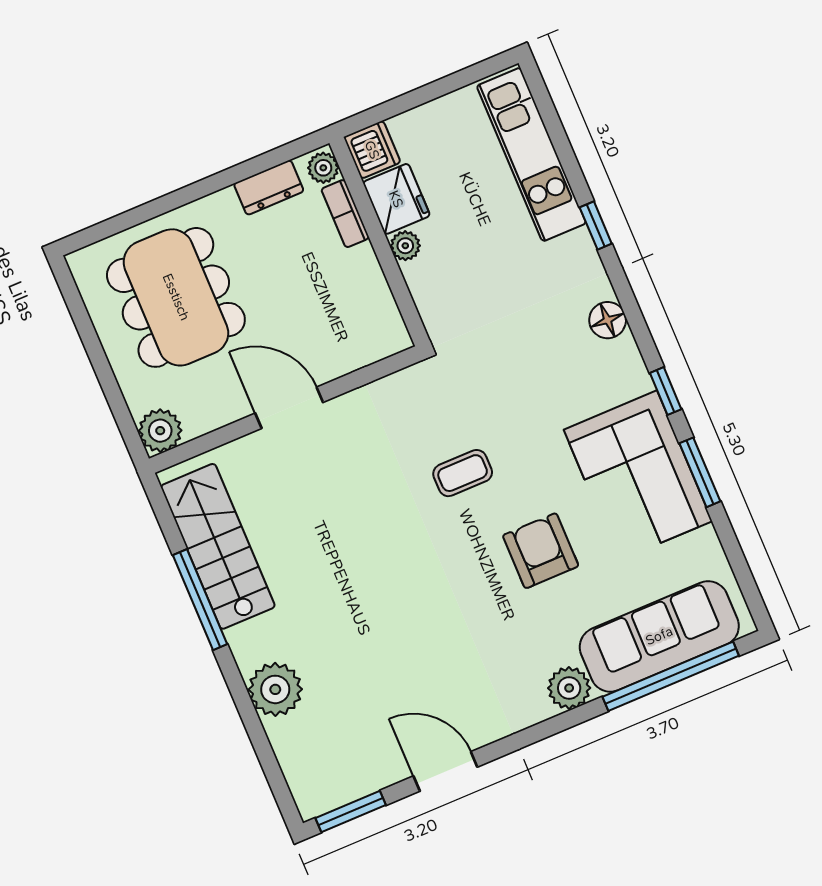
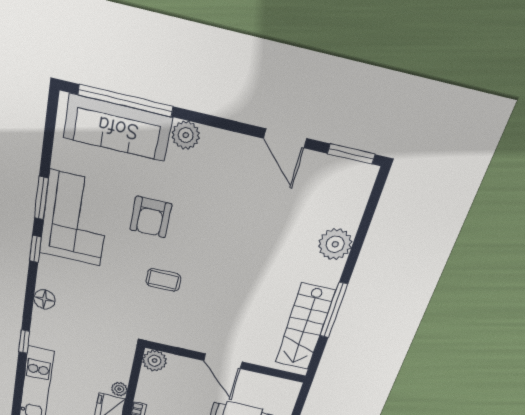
plant: (160, 431) -> (155, 361), moved

